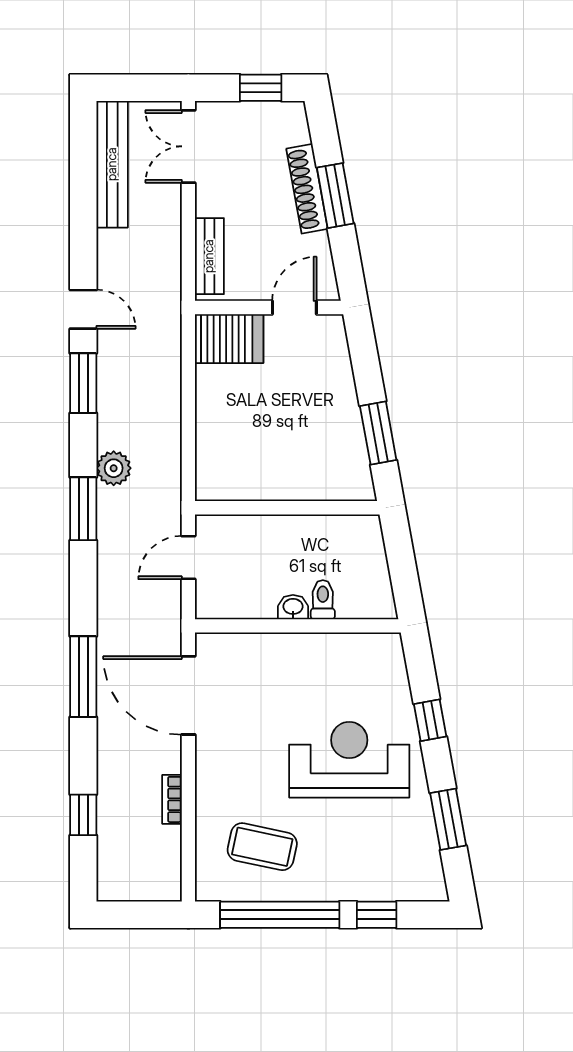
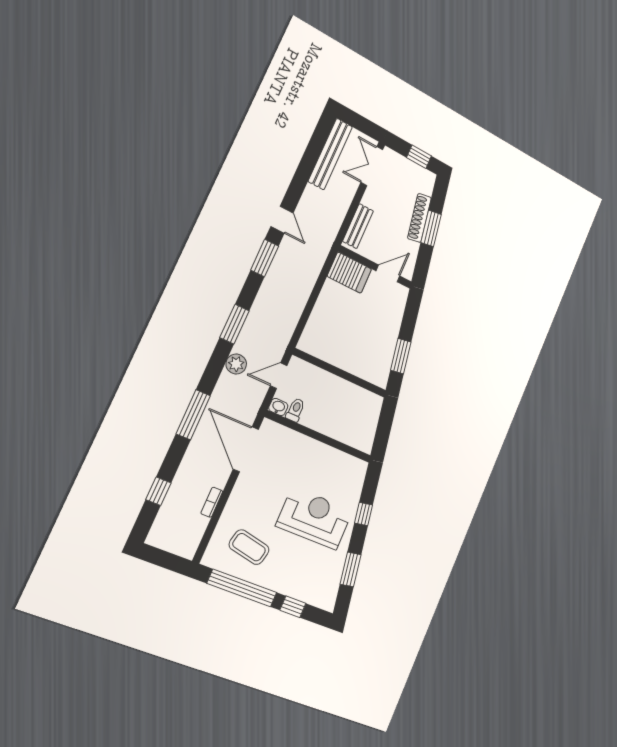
plant: (114, 468) -> (236, 364), moved
toilet: (323, 600) -> (295, 410), moved
washbasin: (293, 607) -> (278, 407), moved

